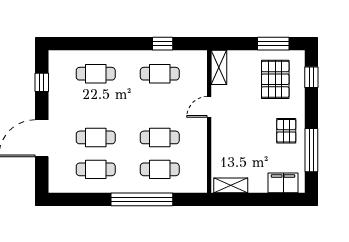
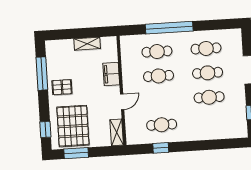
cafe table: (96, 74) -> (209, 97), moved
pallet: (275, 79) -> (73, 126), width x1.37, depth x1.41
pallet: (286, 131) -> (62, 87), turned 90
filing cabinet: (283, 183) -> (111, 74), moved, turned 90
shelving: (231, 185) -> (87, 44), moved

